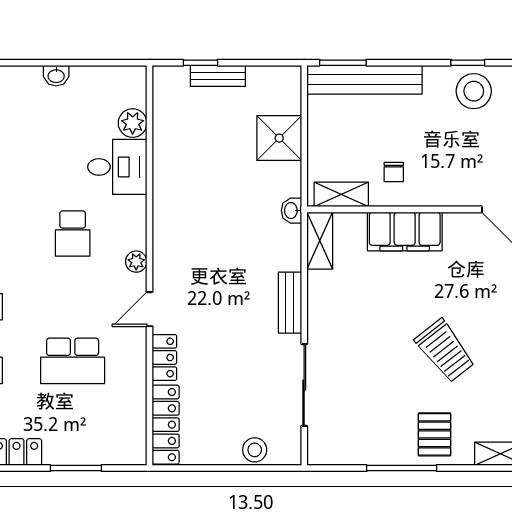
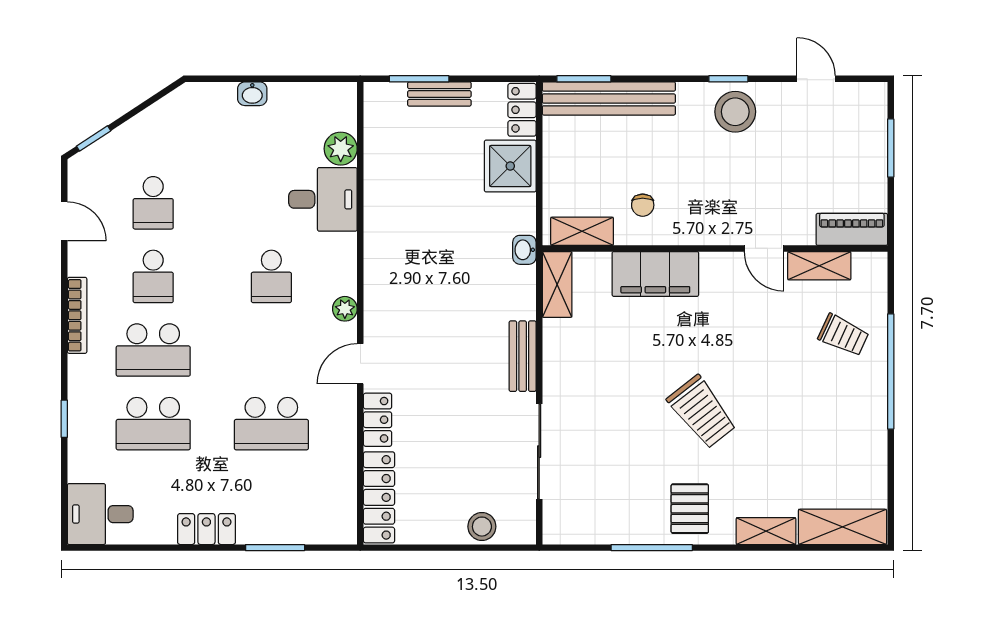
window: (200, 63) -> (419, 79), width x1.50
locker: (289, 89) -> (522, 110), added

